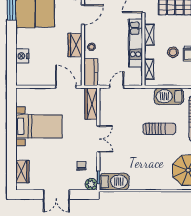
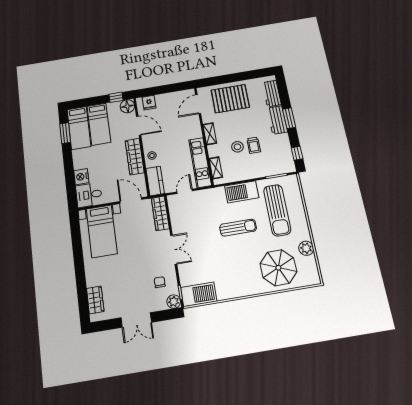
door: (83, 15) -> (139, 126), hinge flipped
kitchen unit: (135, 43) -> (200, 163), moved
wardrobe: (75, 45) -> (135, 157), width x1.50
desk: (27, 75) -> (89, 195), added
bed with nightstands: (39, 126) -> (102, 231), moved, turned 90

